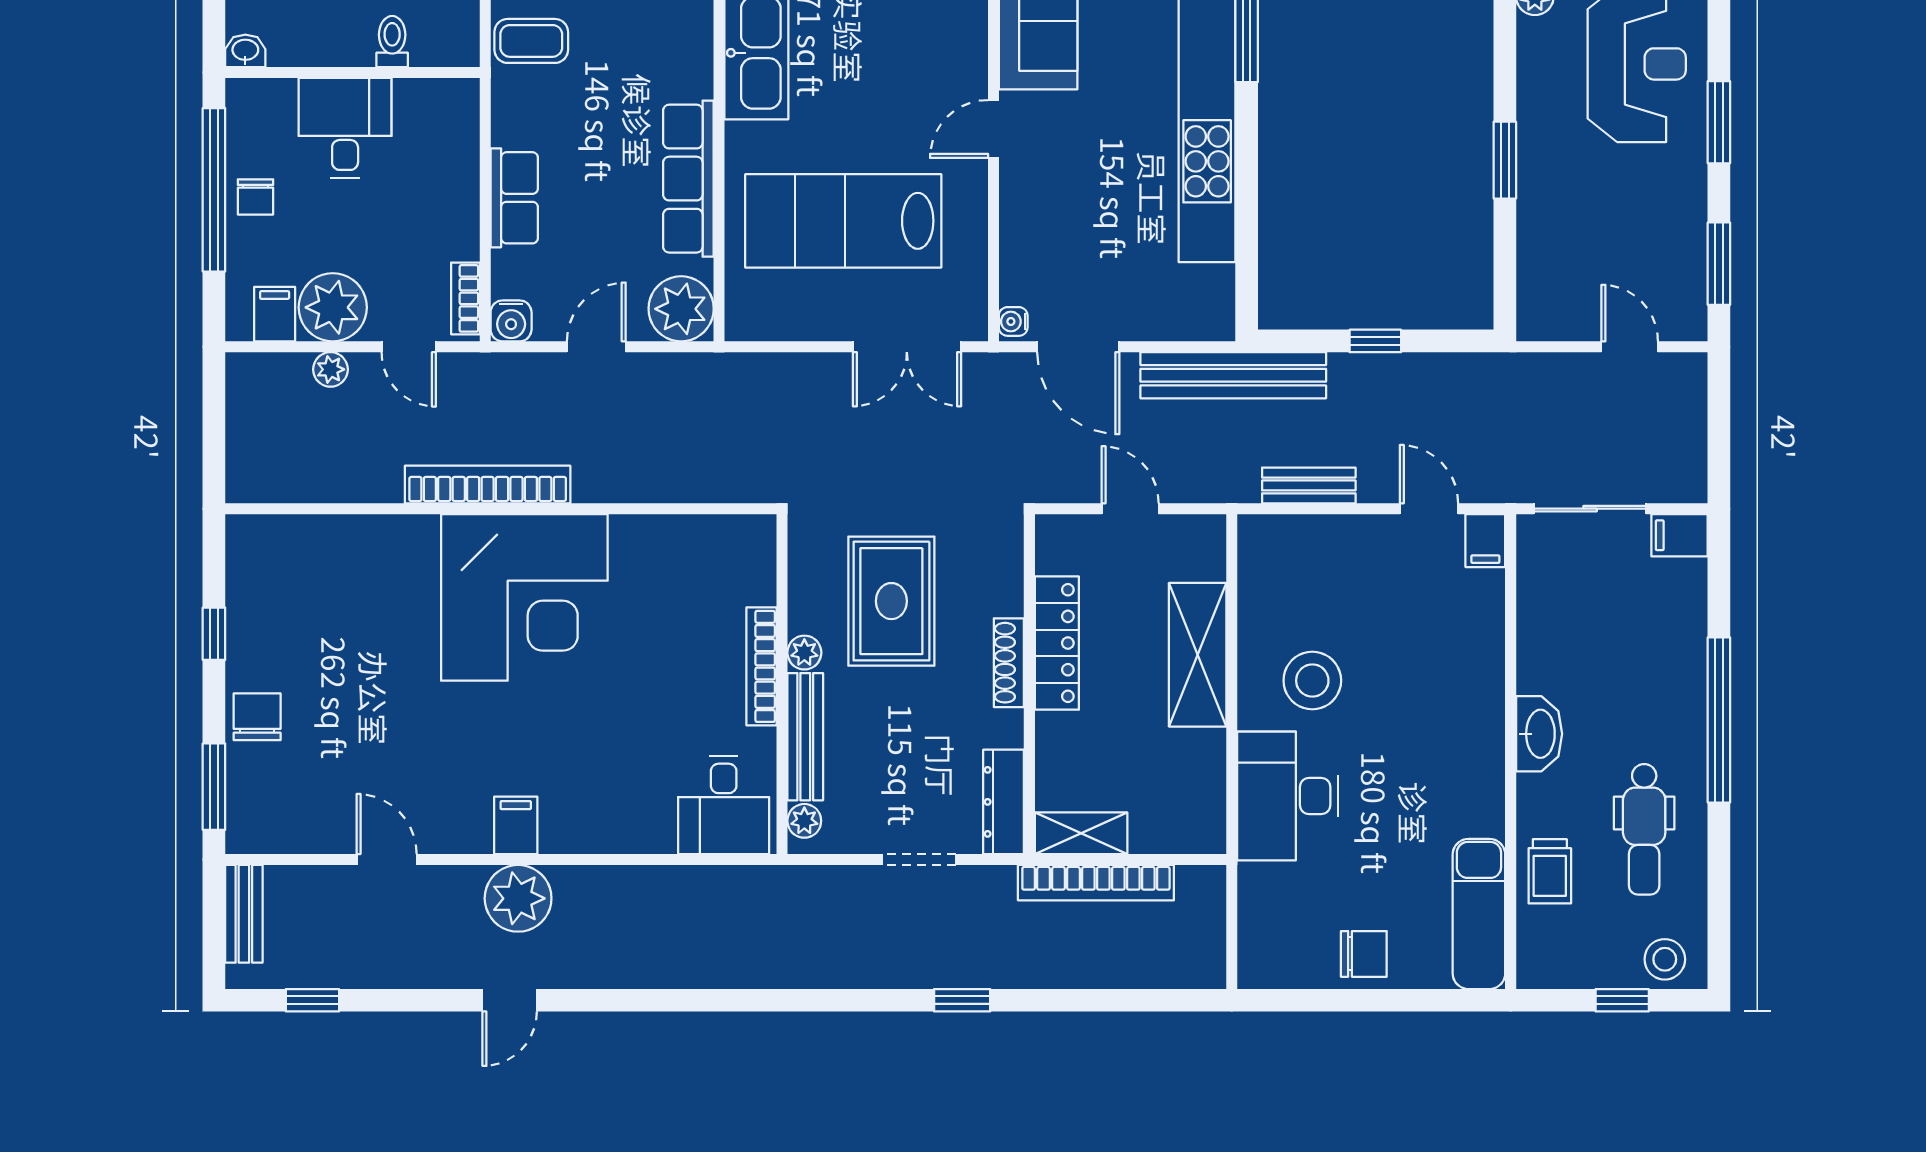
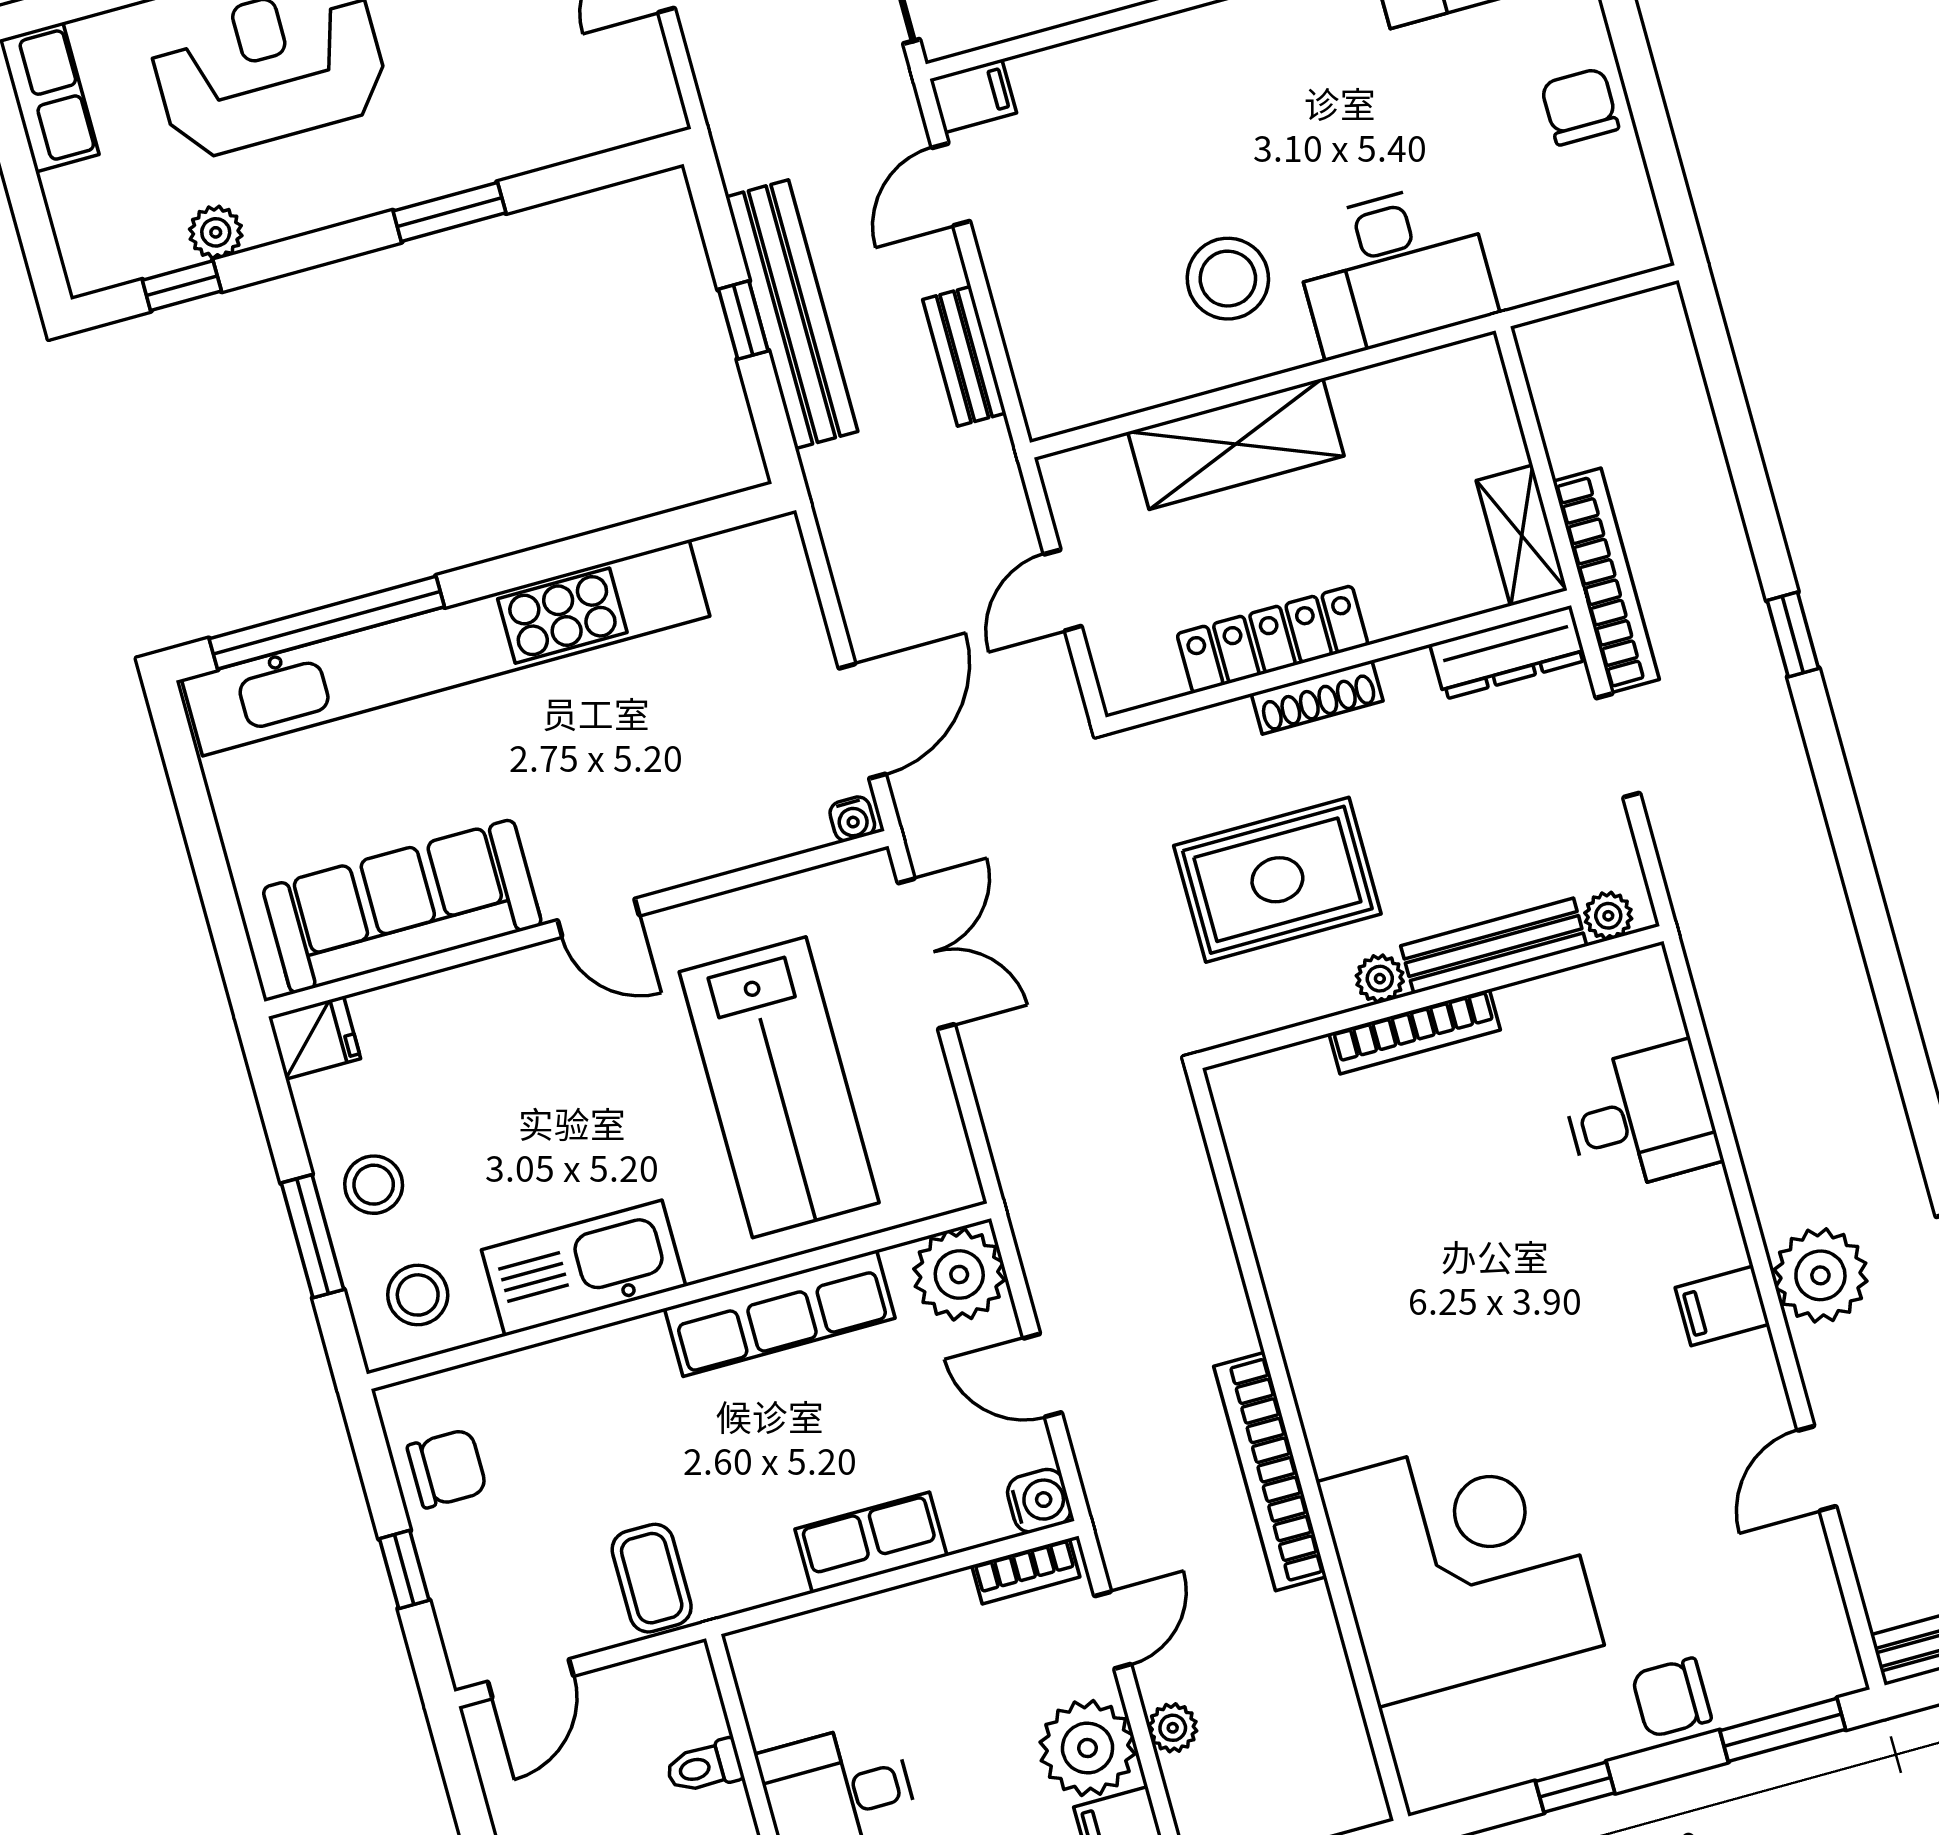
bench: (1233, 375) -> (792, 314), moved
corner desk: (524, 597) -> (1460, 1563), moved
desk: (724, 805) -> (1641, 1118), moved
bookcase: (1096, 883) -> (1606, 580), moved

